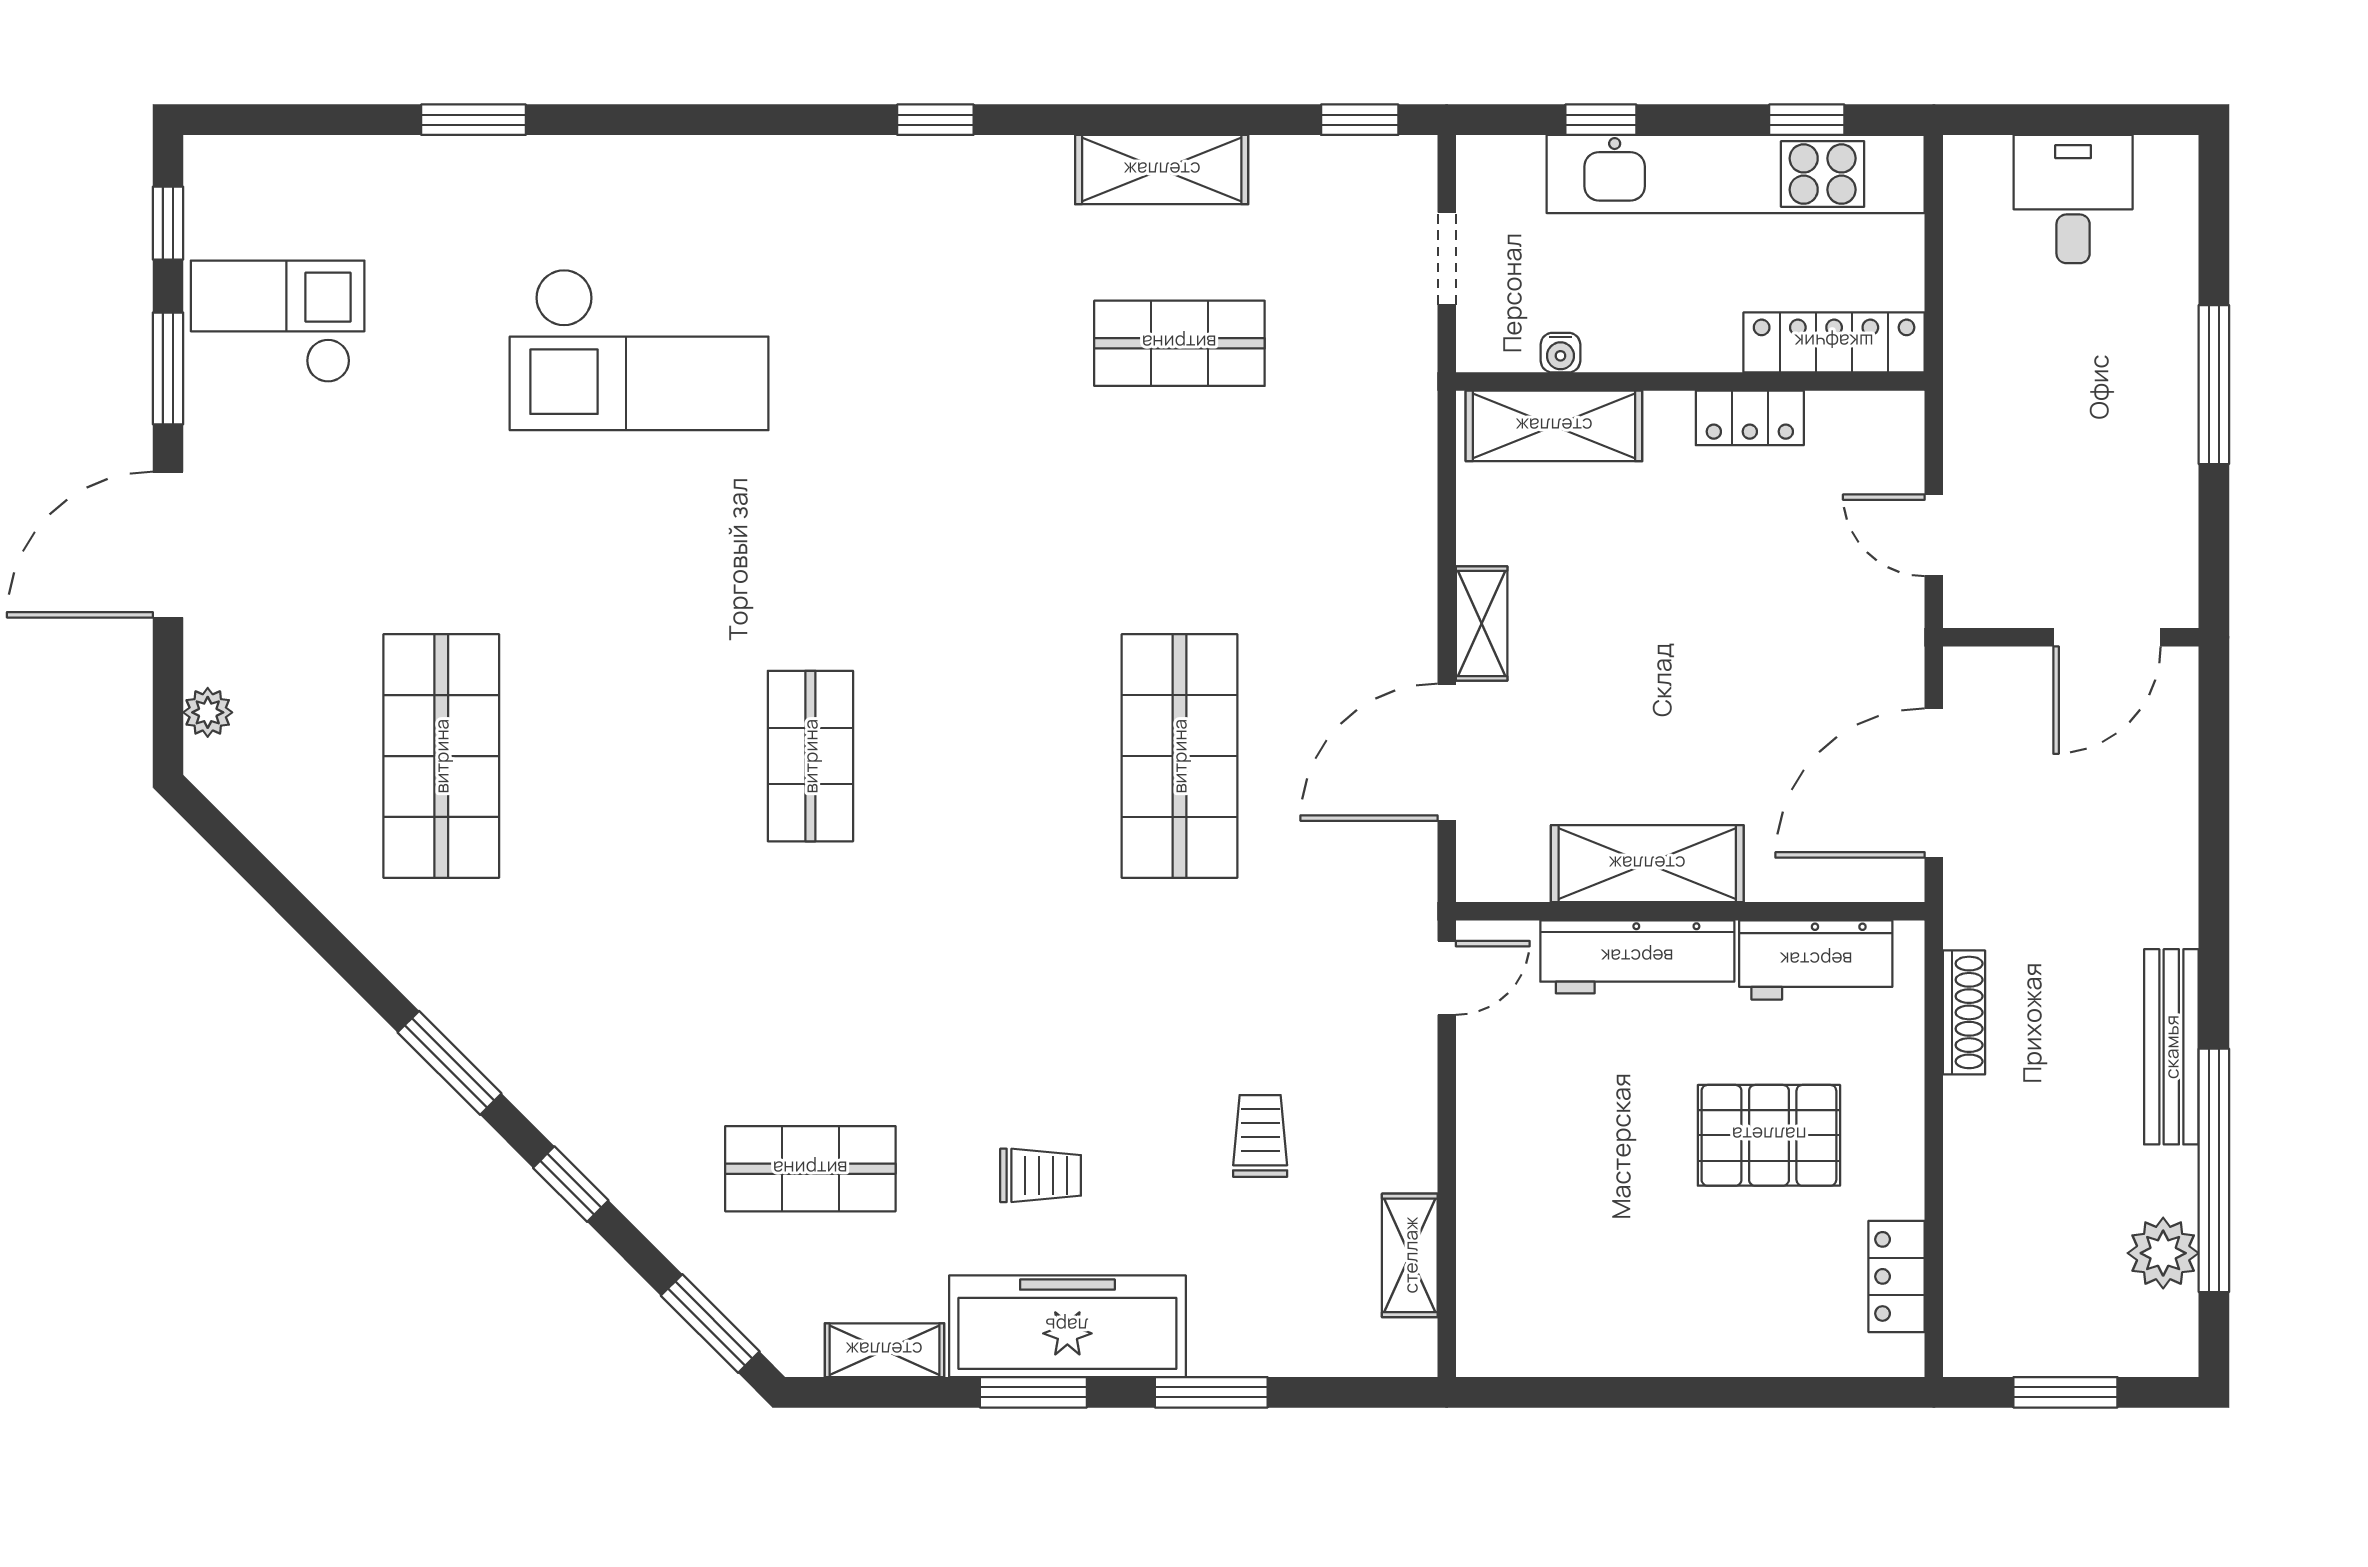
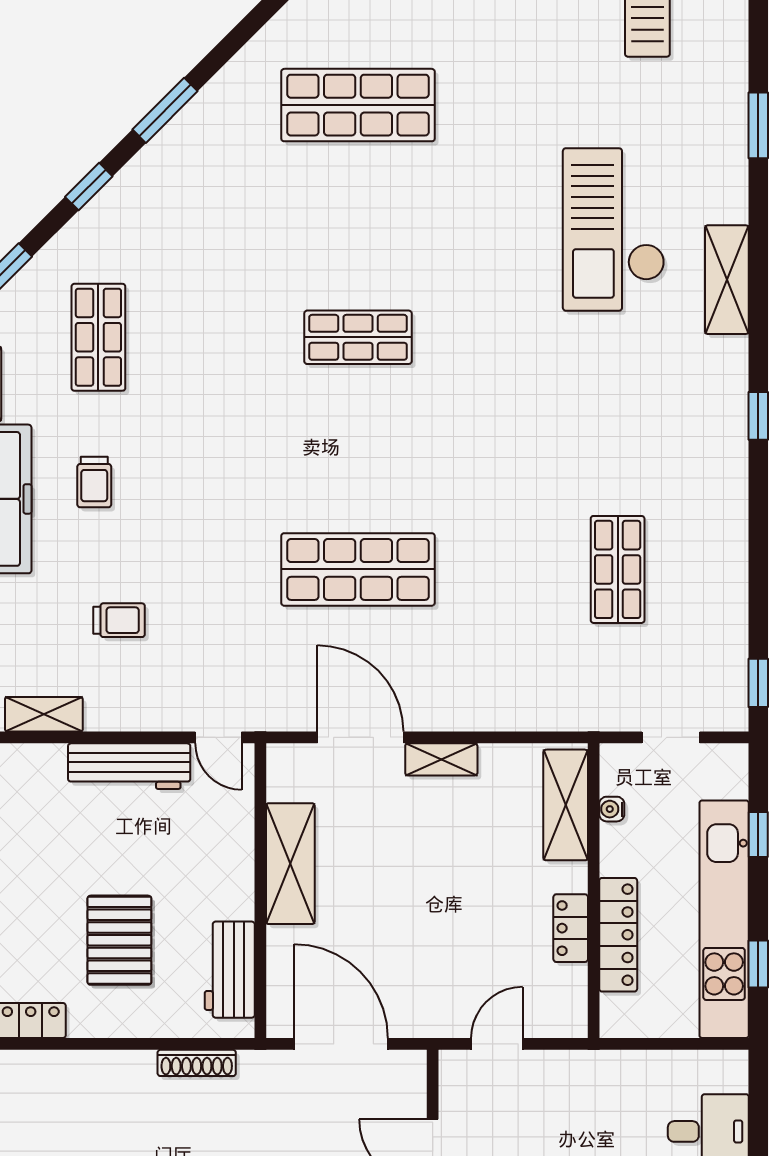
shelving: (1162, 170) -> (727, 280), moved
locker: (1834, 342) -> (618, 935), moved
workbench: (1637, 957) -> (129, 766), moved, turned -90

